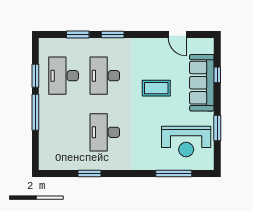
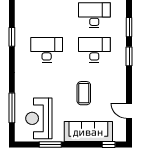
door: (177, 34) -> (129, 111), hinge flipped
window: (217, 75) -> (109, 145), moved

